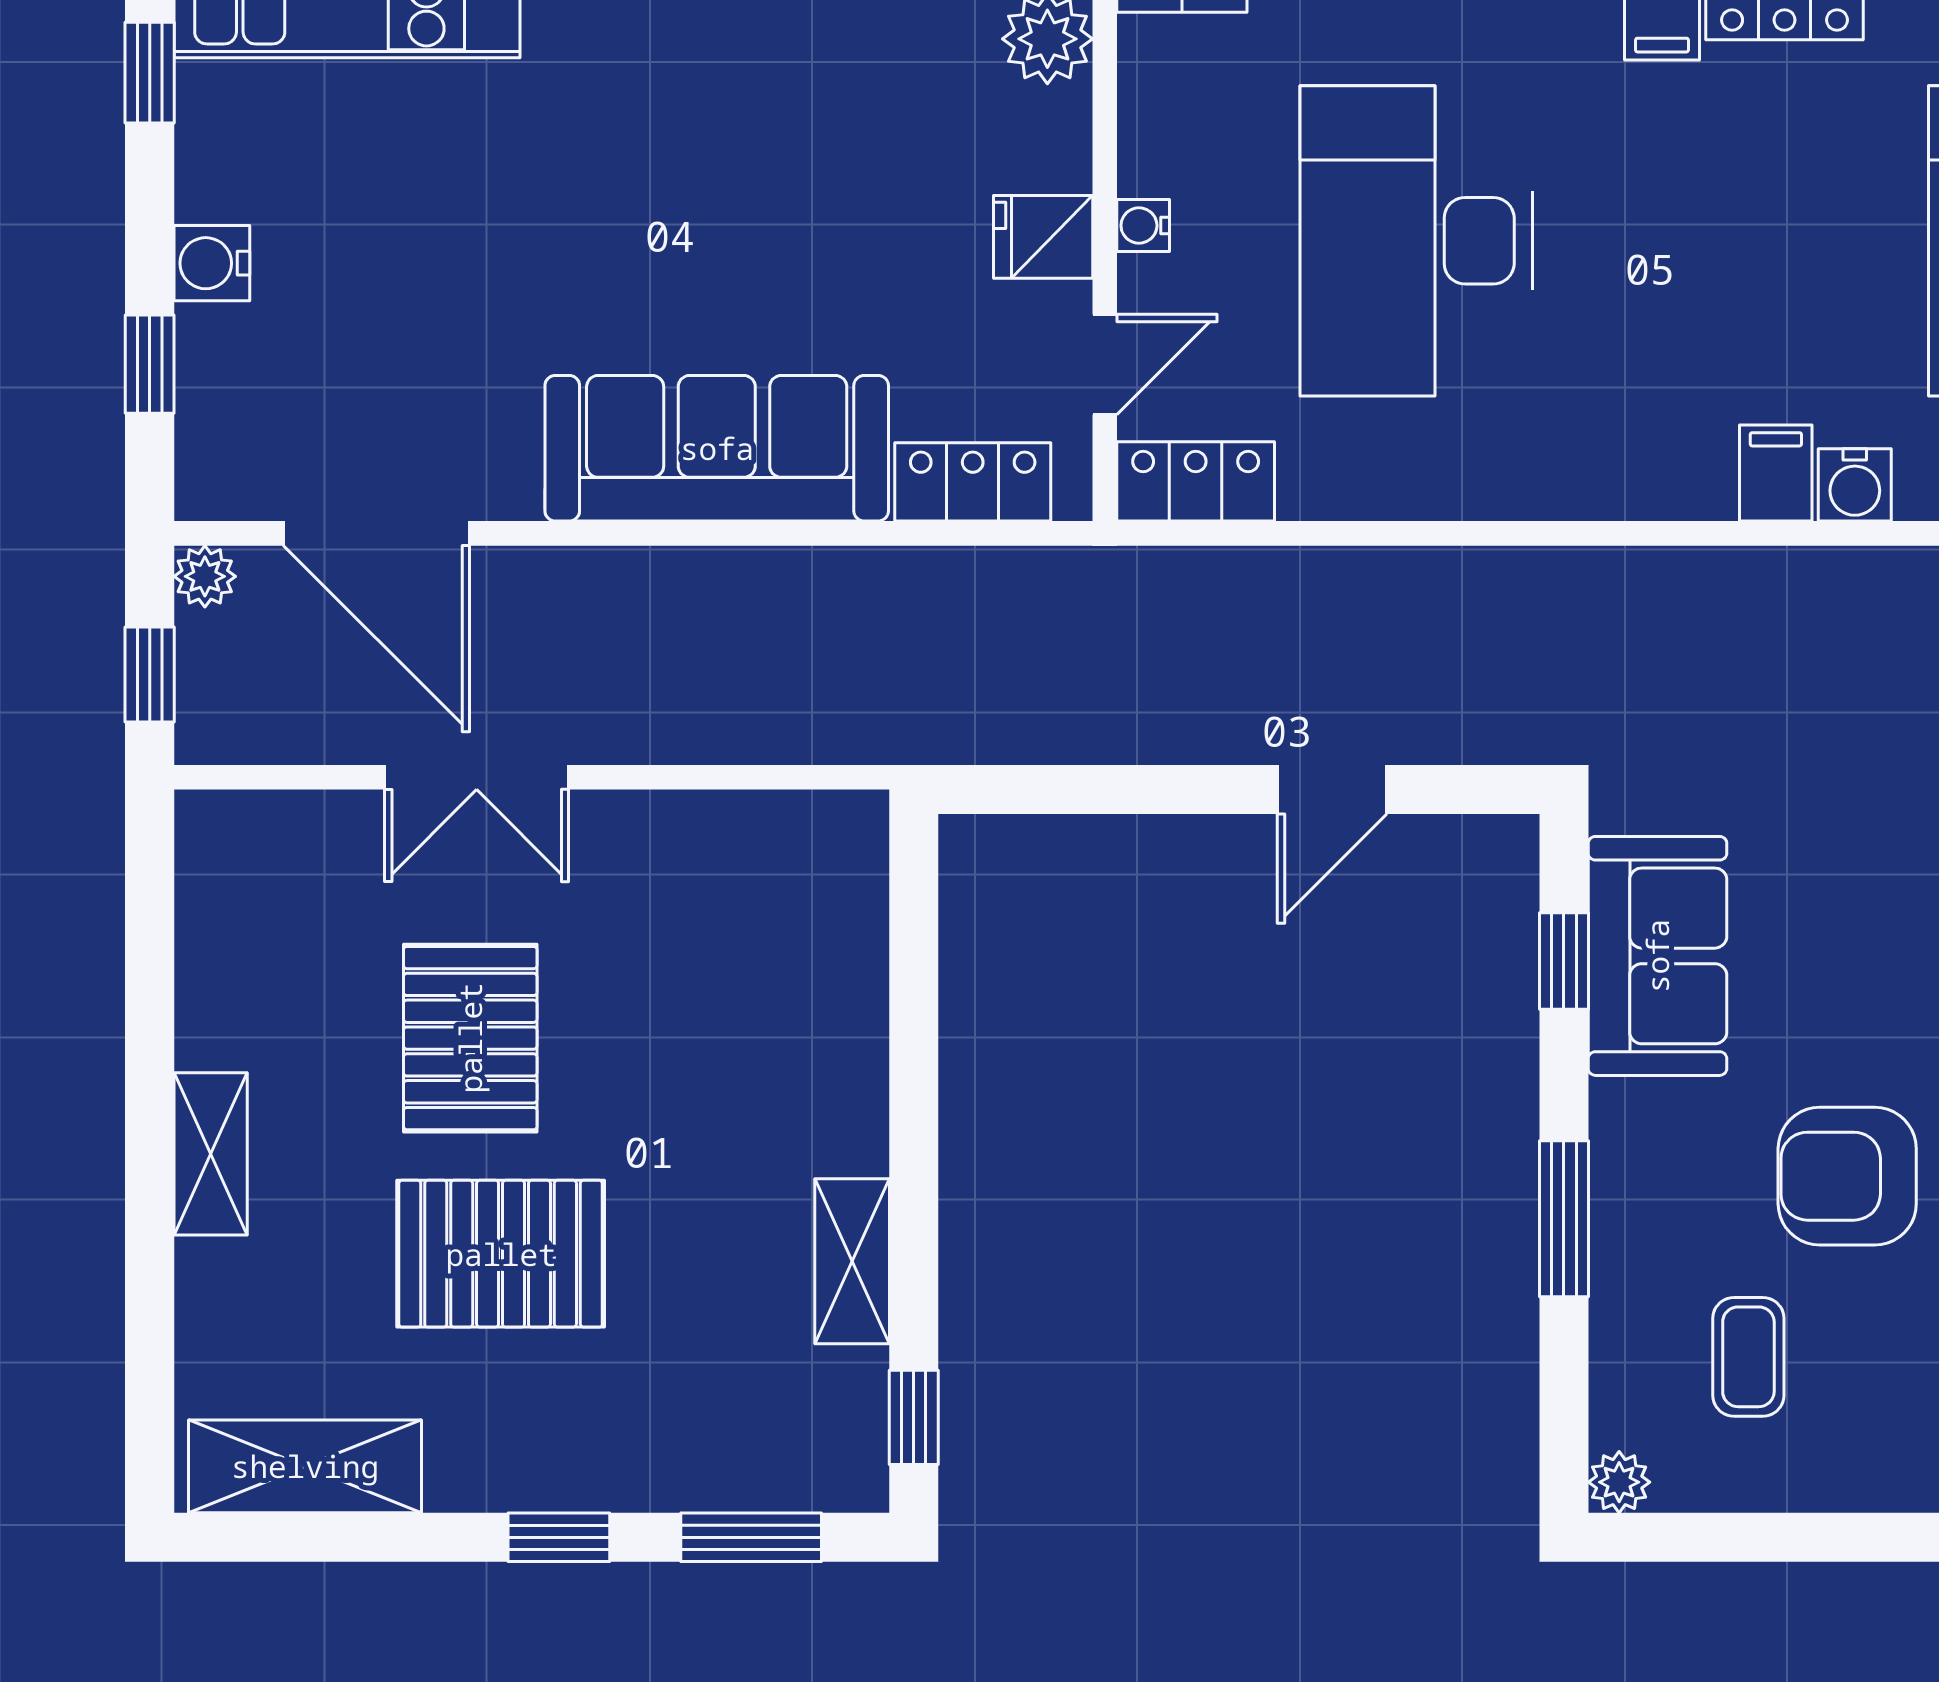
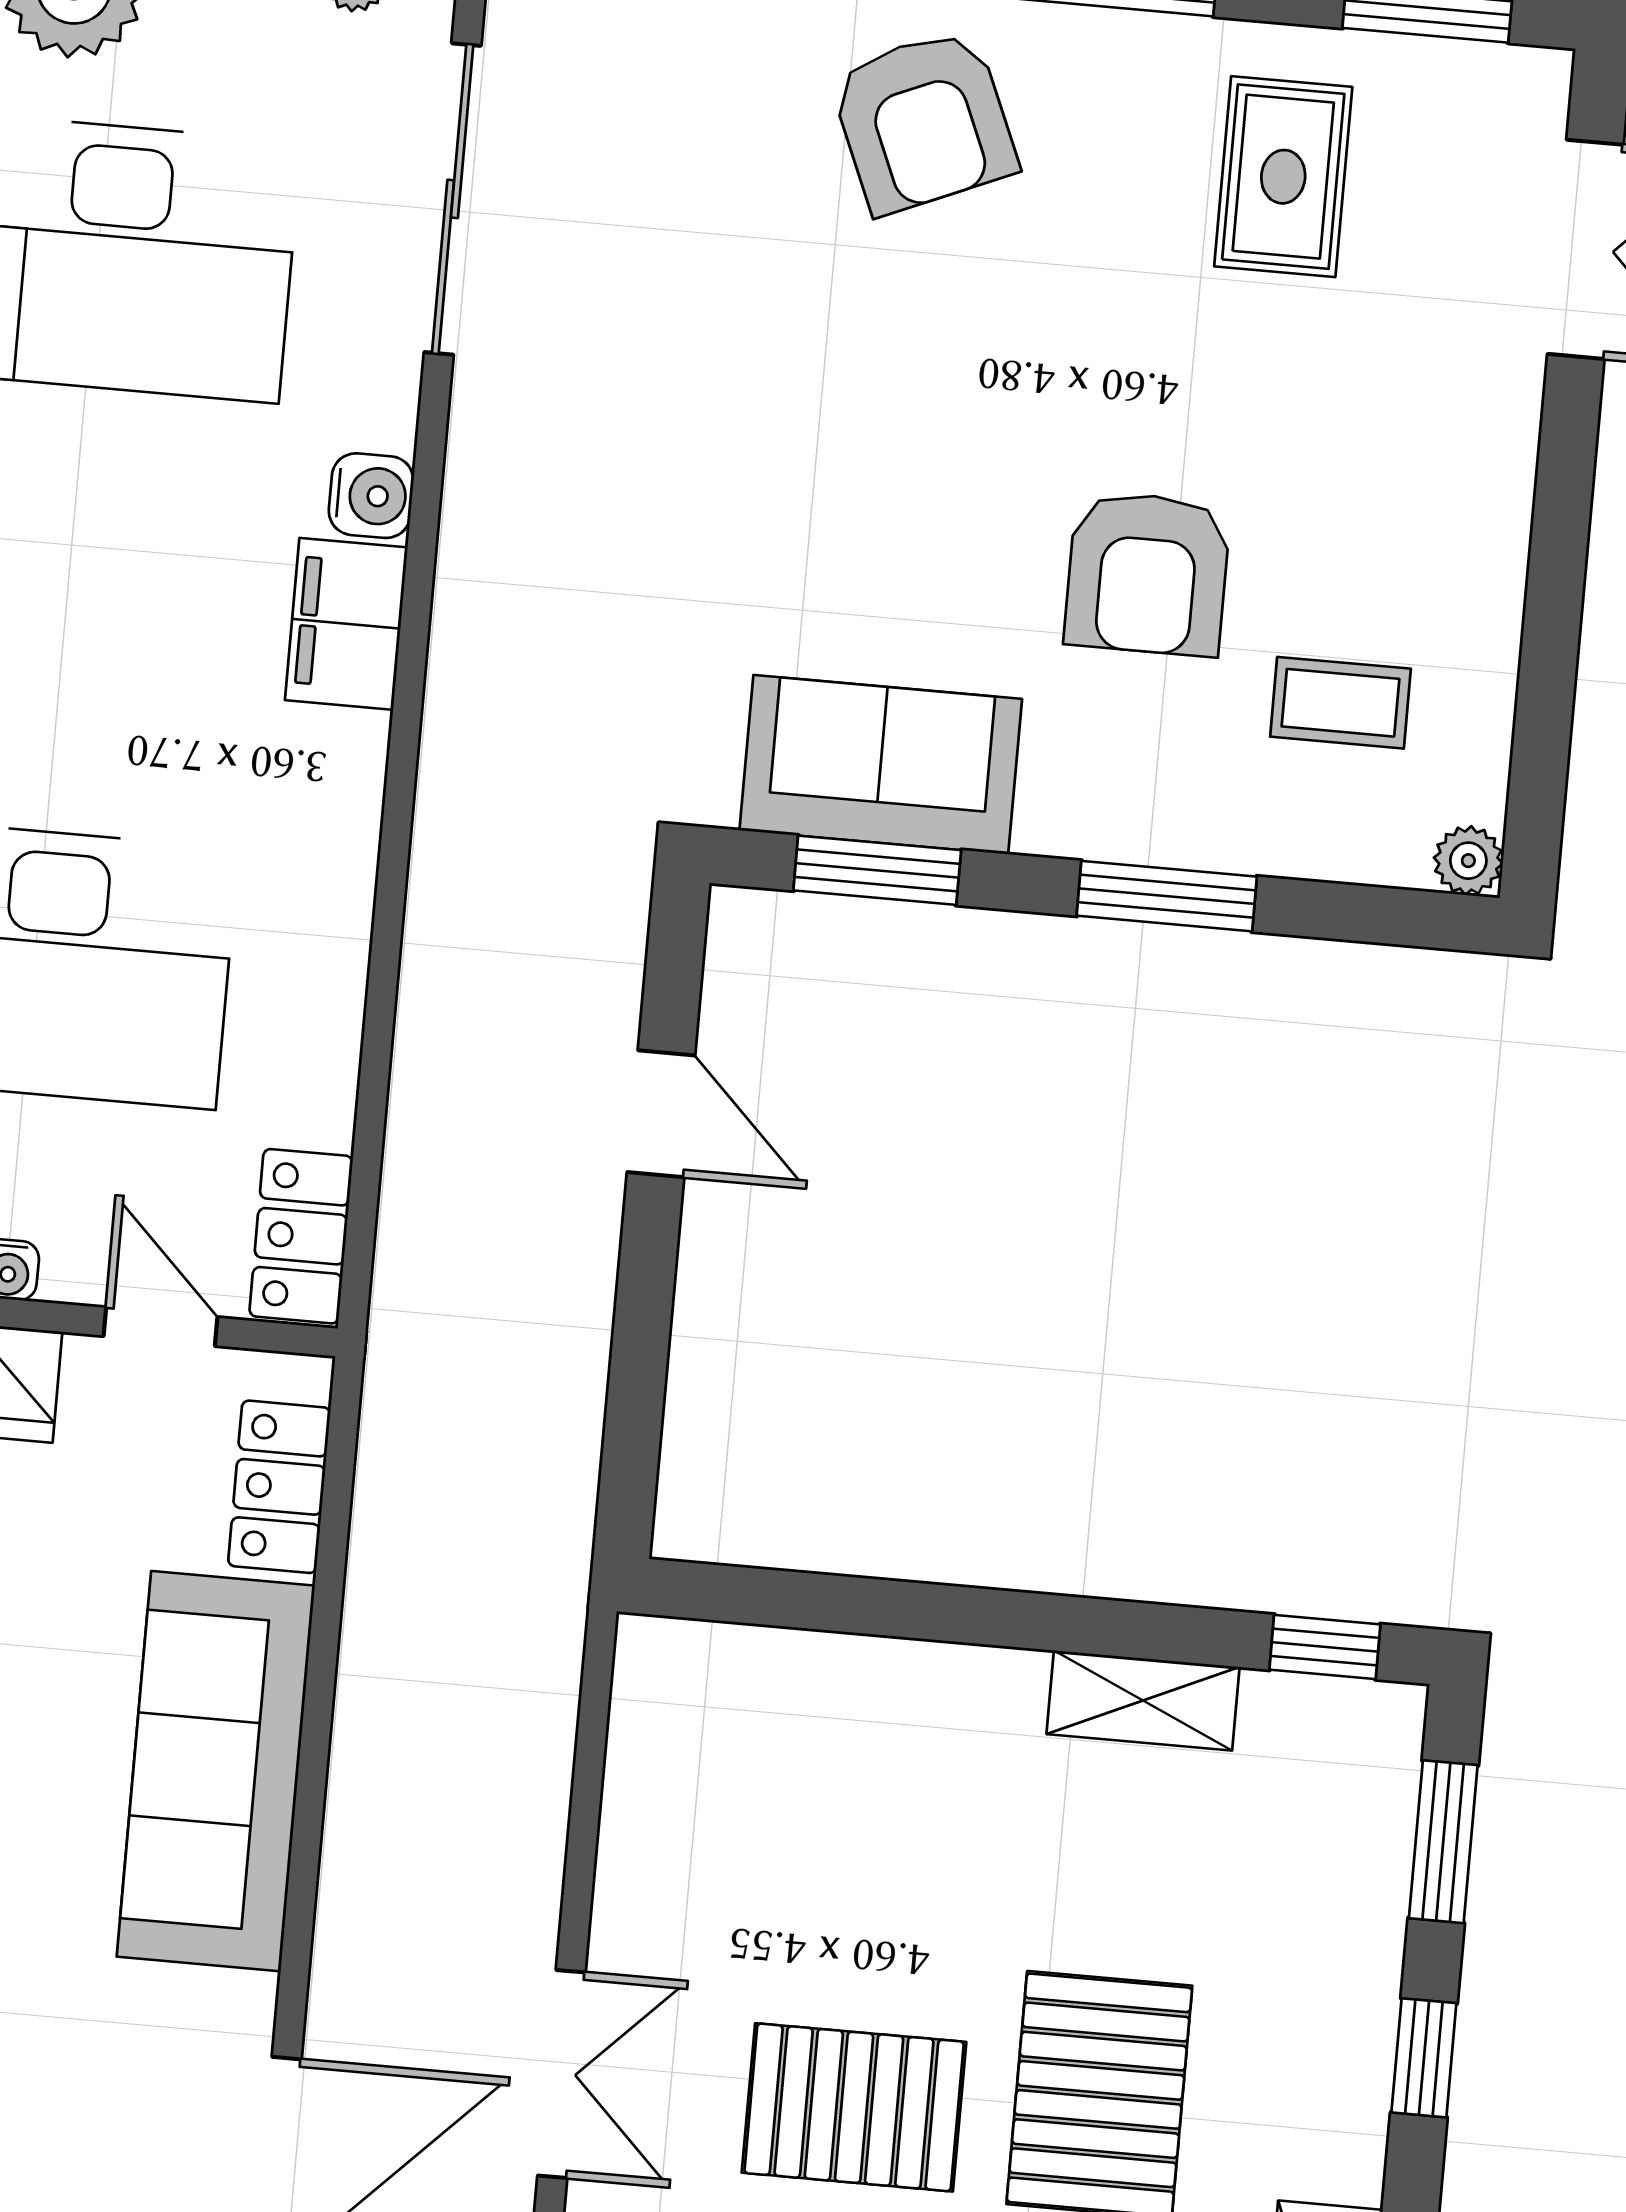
filing cabinet: (1776, 473) -> (346, 624), width x2.00
window: (1564, 961) -> (877, 870), width x1.50

